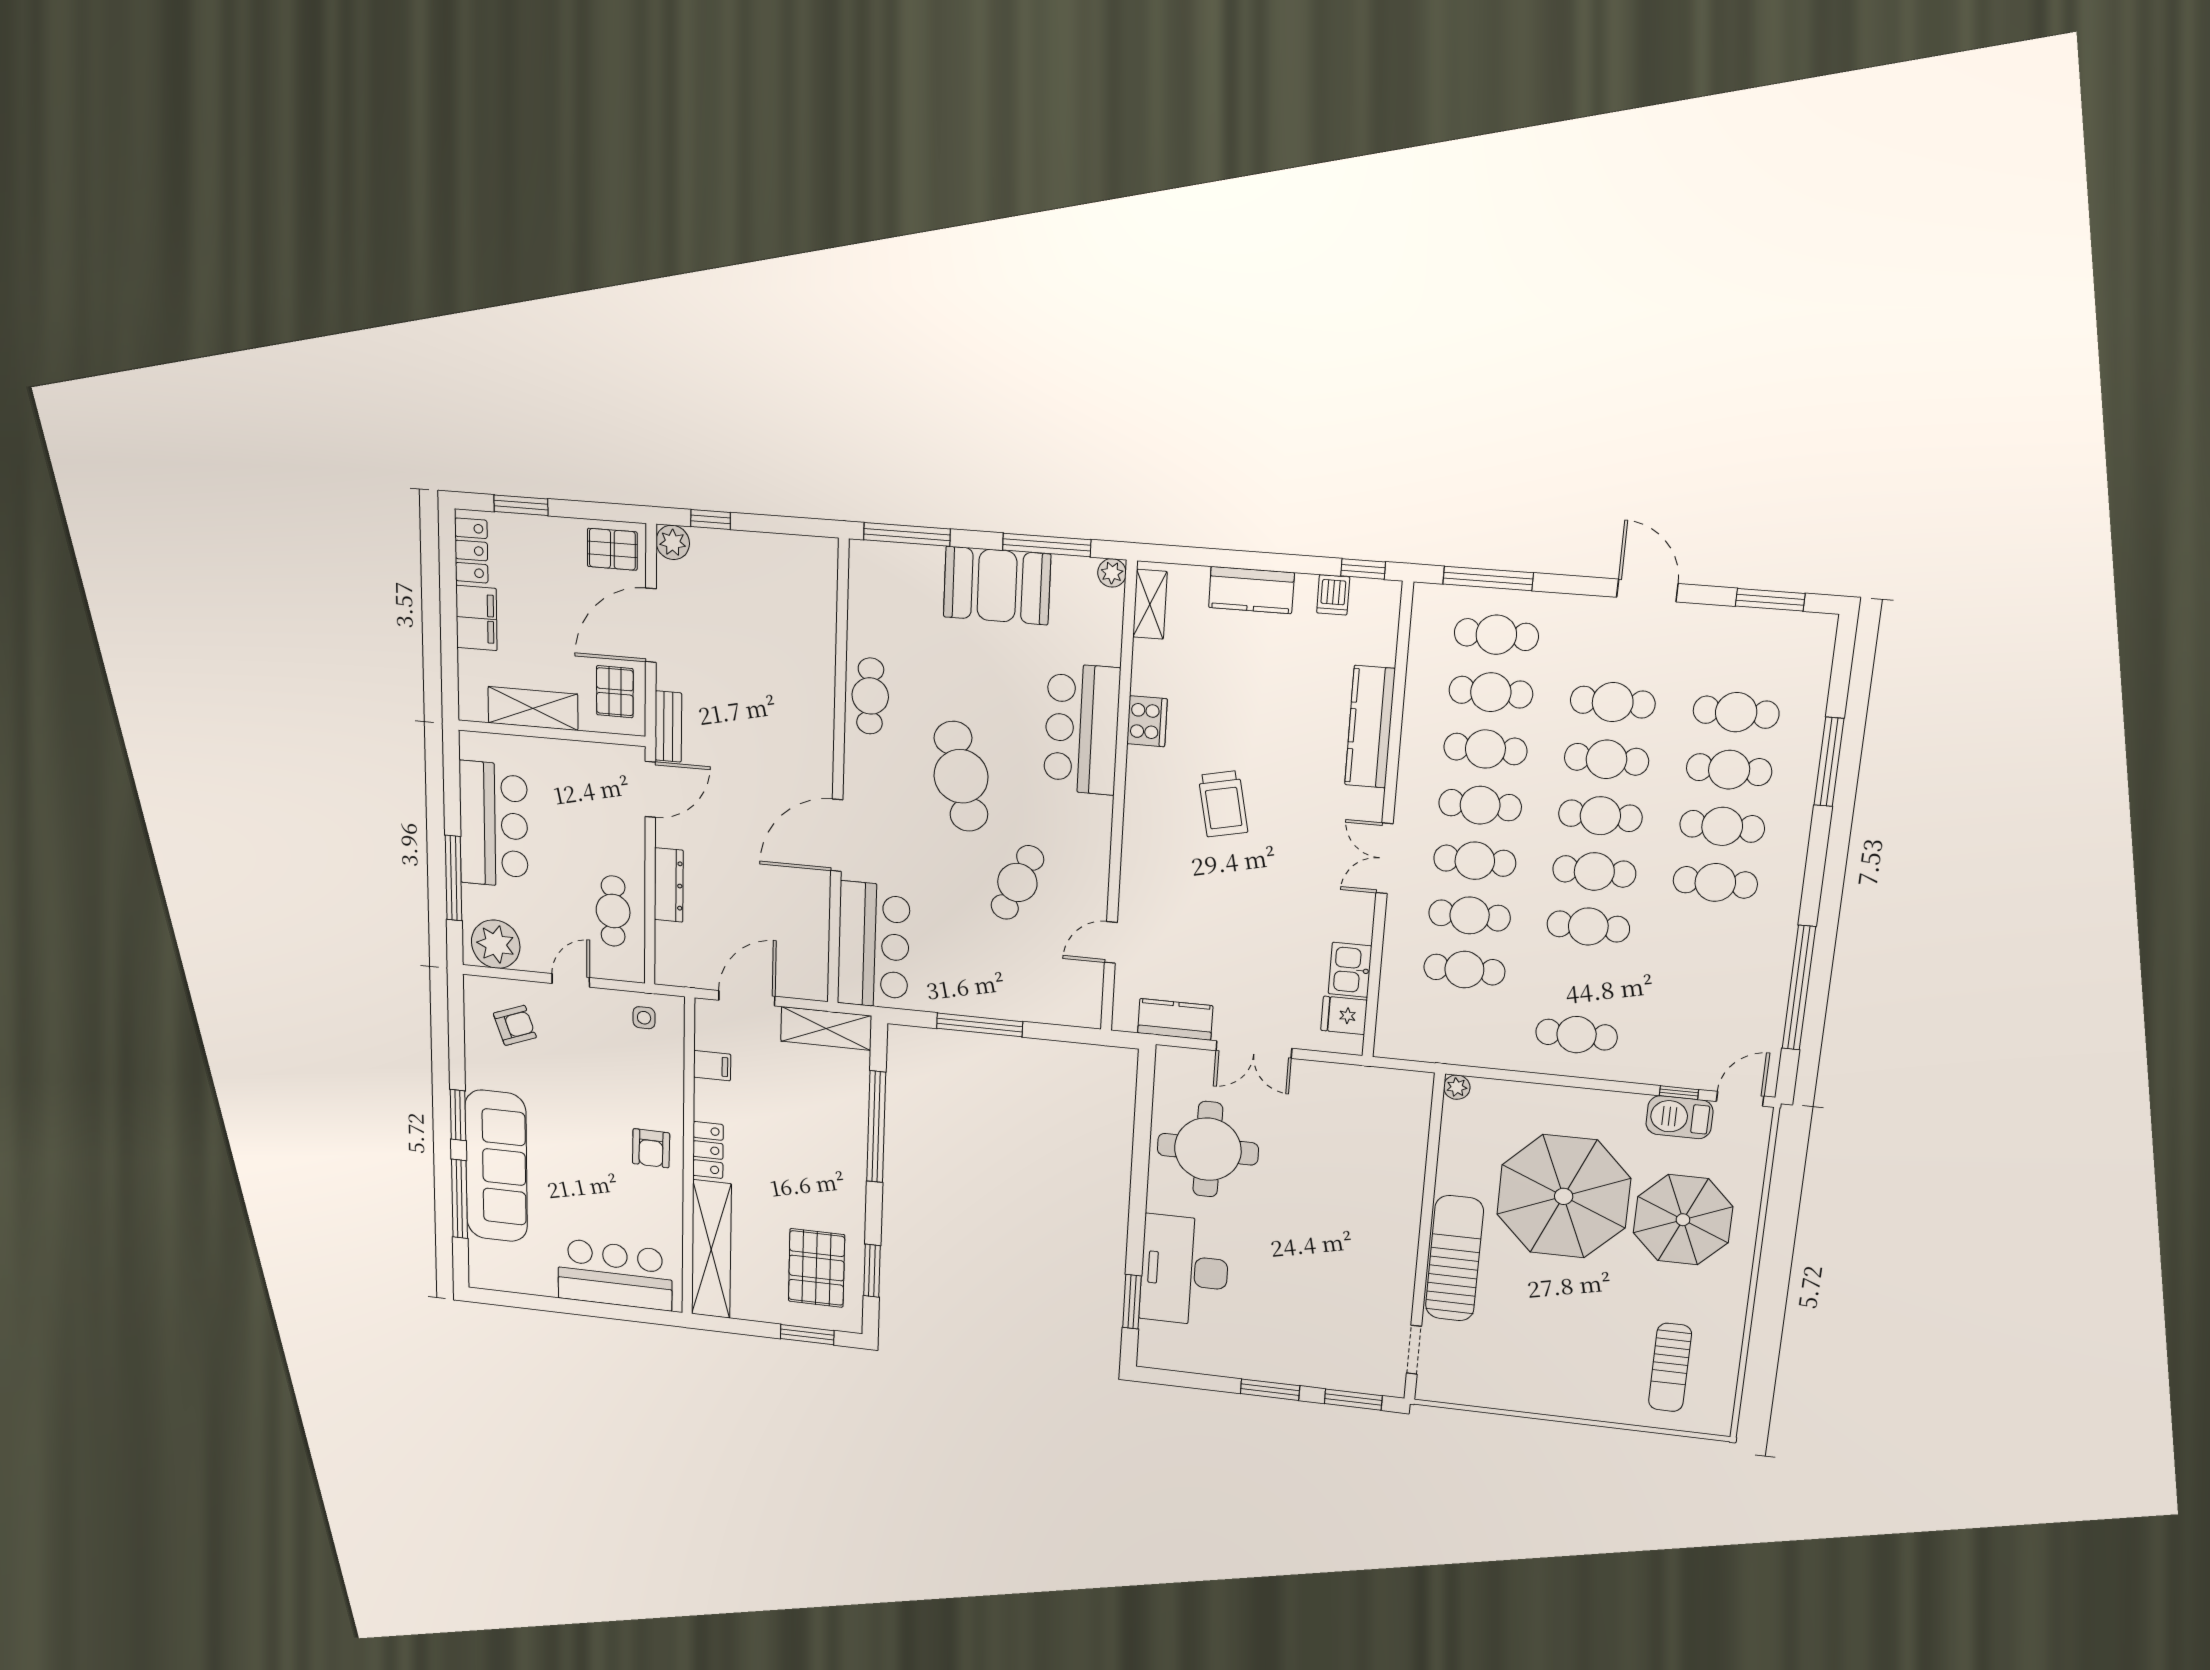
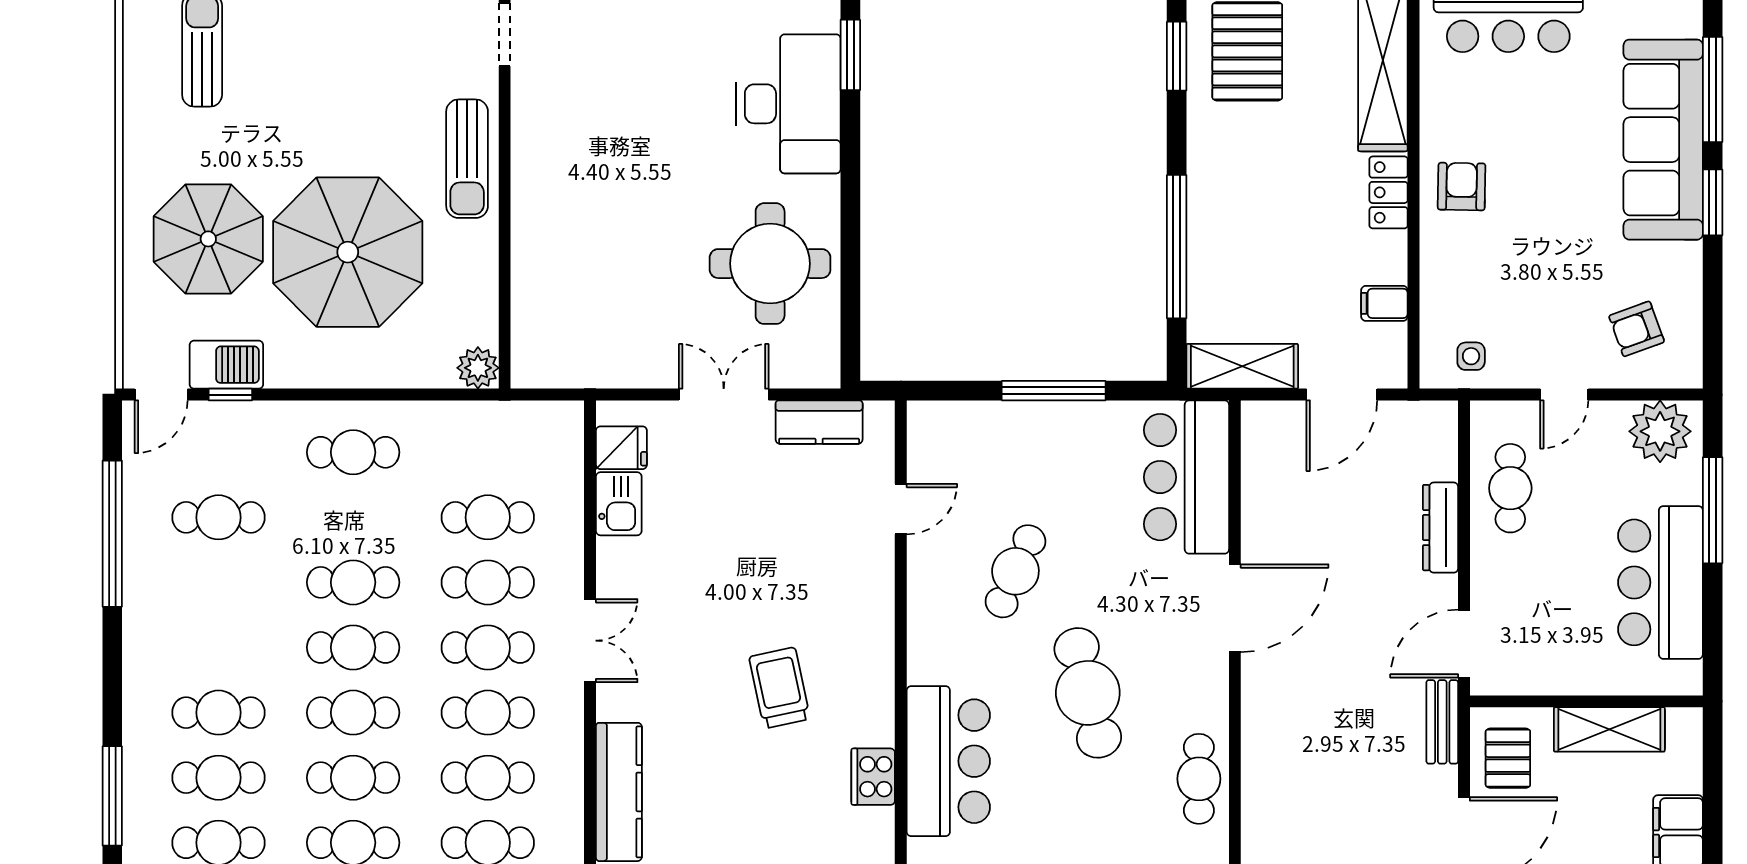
cafe table: (1715, 882) -> (218, 517), moved
plant: (1457, 1087) -> (478, 368), width x1.38, depth x1.38
sun lounger: (1454, 1258) -> (467, 159), width x0.73, depth x0.75

